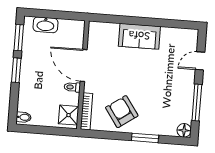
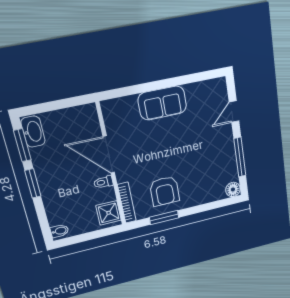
washbasin: (45, 25) -> (33, 132), moved, turned -90
armchair: (122, 112) -> (165, 191), turned -145
window: (145, 138) -> (164, 218), moved

